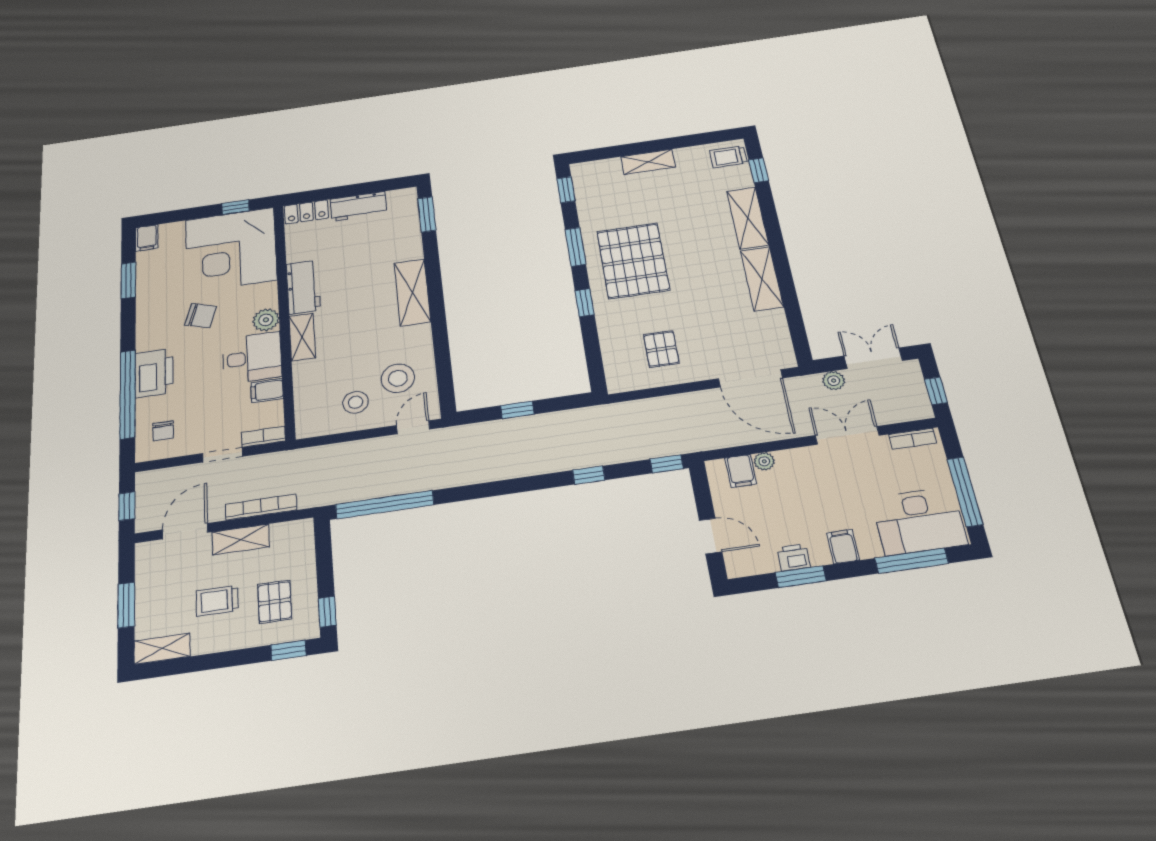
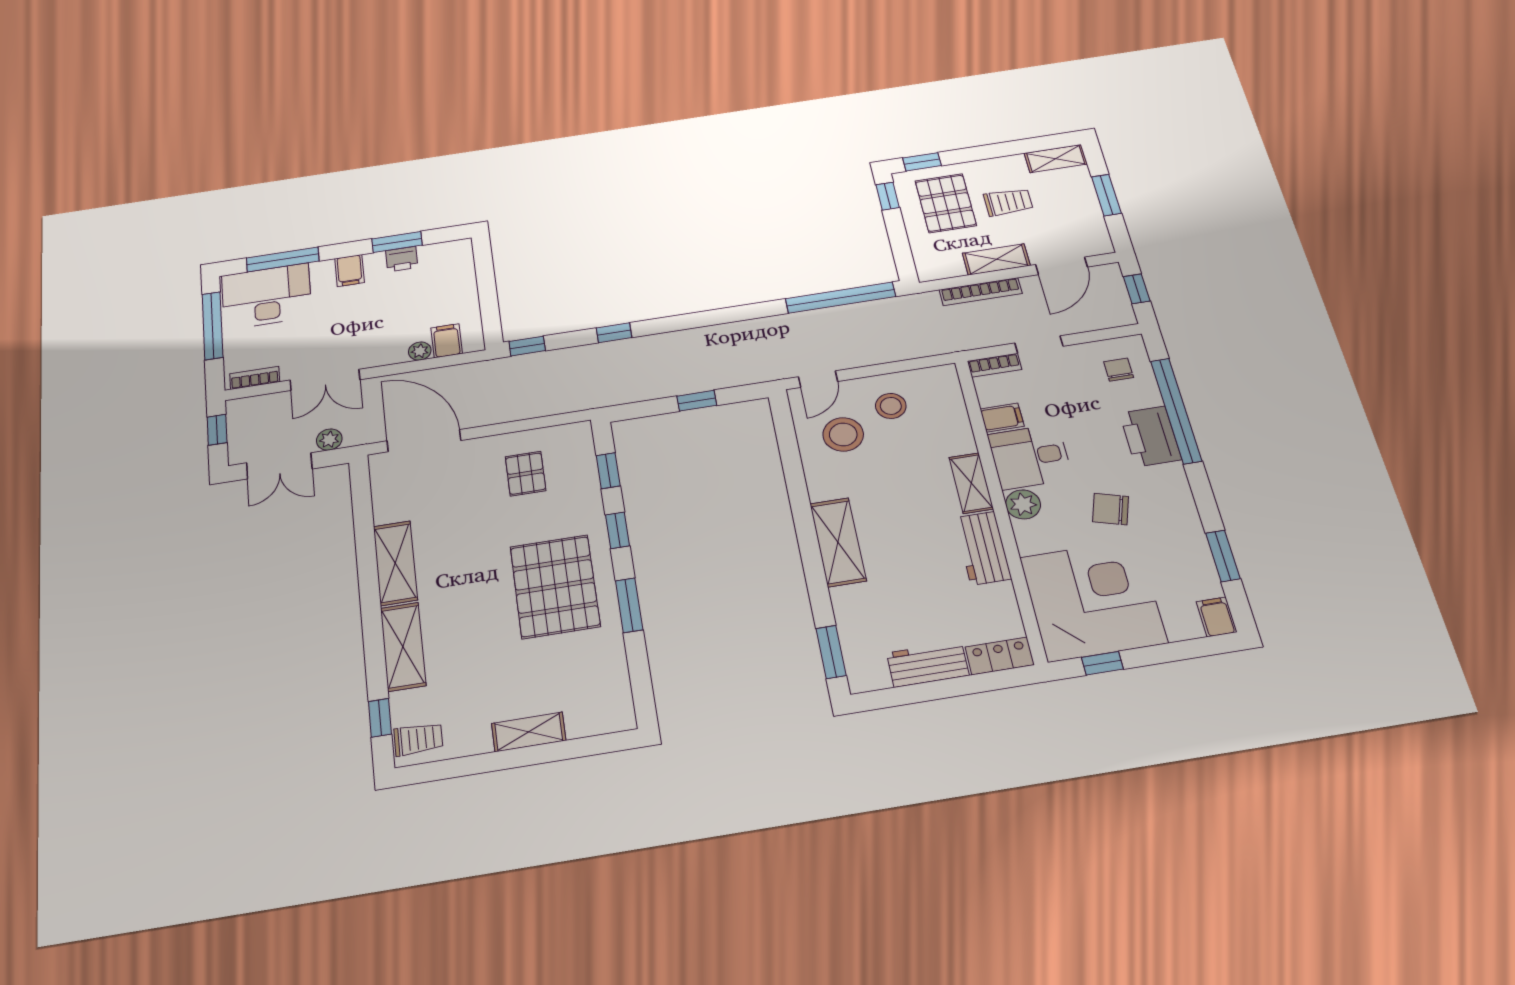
window: (566, 190) -> (608, 471), moved
door: (710, 536) -> (485, 277), removed
pallet: (275, 602) -> (946, 203), width x1.50, depth x1.42

